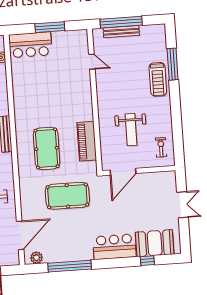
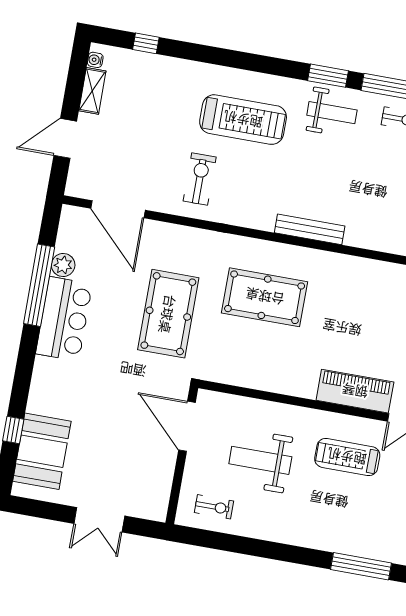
treadmill: (158, 79) -> (347, 457), moved
piano: (87, 141) -> (355, 391), moved
bar counter: (114, 247) -> (64, 319), moved
plant: (36, 258) -> (63, 265), moved

